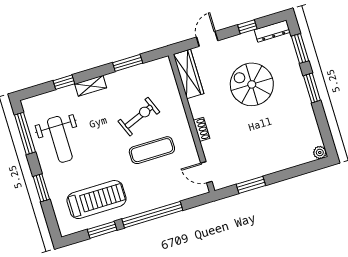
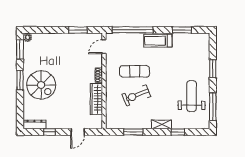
window: (300, 48) -> (20, 49), moved
wardrobe: (188, 74) -> (96, 99), moved
spiral stairs: (252, 84) -> (41, 85), moved
door: (206, 172) -> (104, 47), swing flipped
treadmill: (97, 200) -> (158, 41), moved, width x0.73, depth x0.73
window: (152, 215) -> (133, 30), moved

